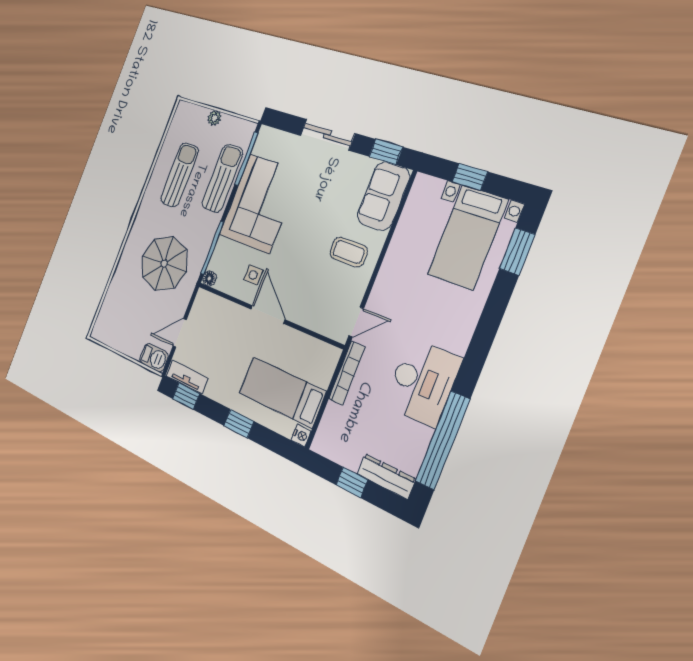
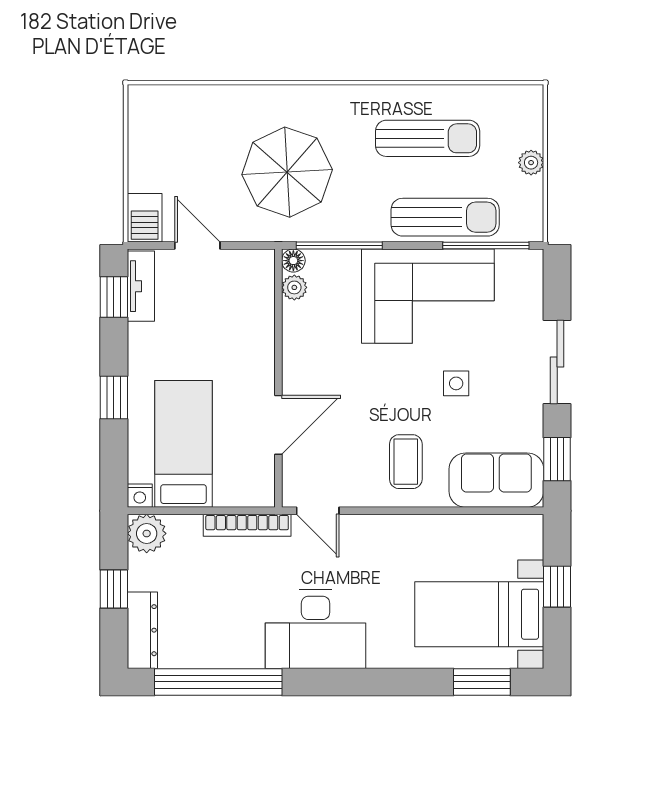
side table: (253, 275) -> (456, 383), moved
plant: (223, 284) -> (294, 287), added
door: (268, 314) -> (278, 425), moved
desk: (423, 382) -> (316, 629), moved
plant: (326, 442) -> (147, 533), added

